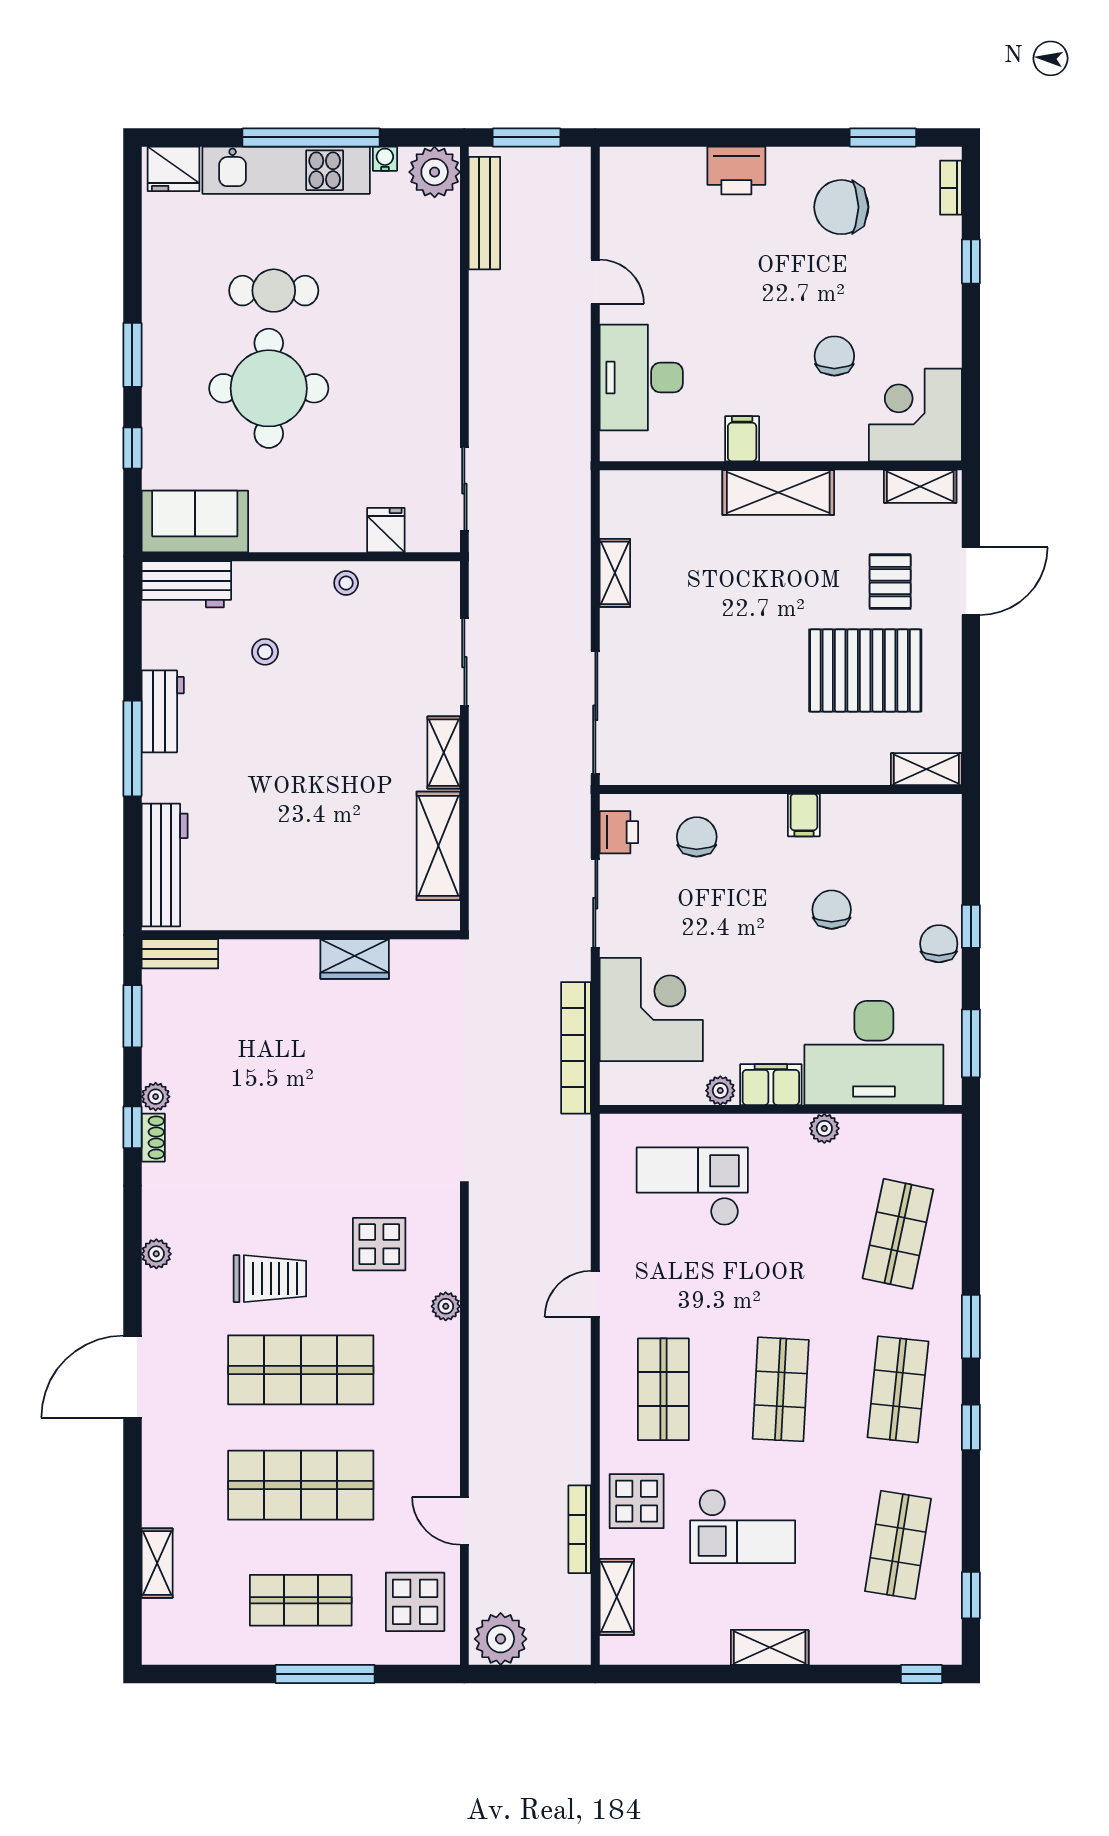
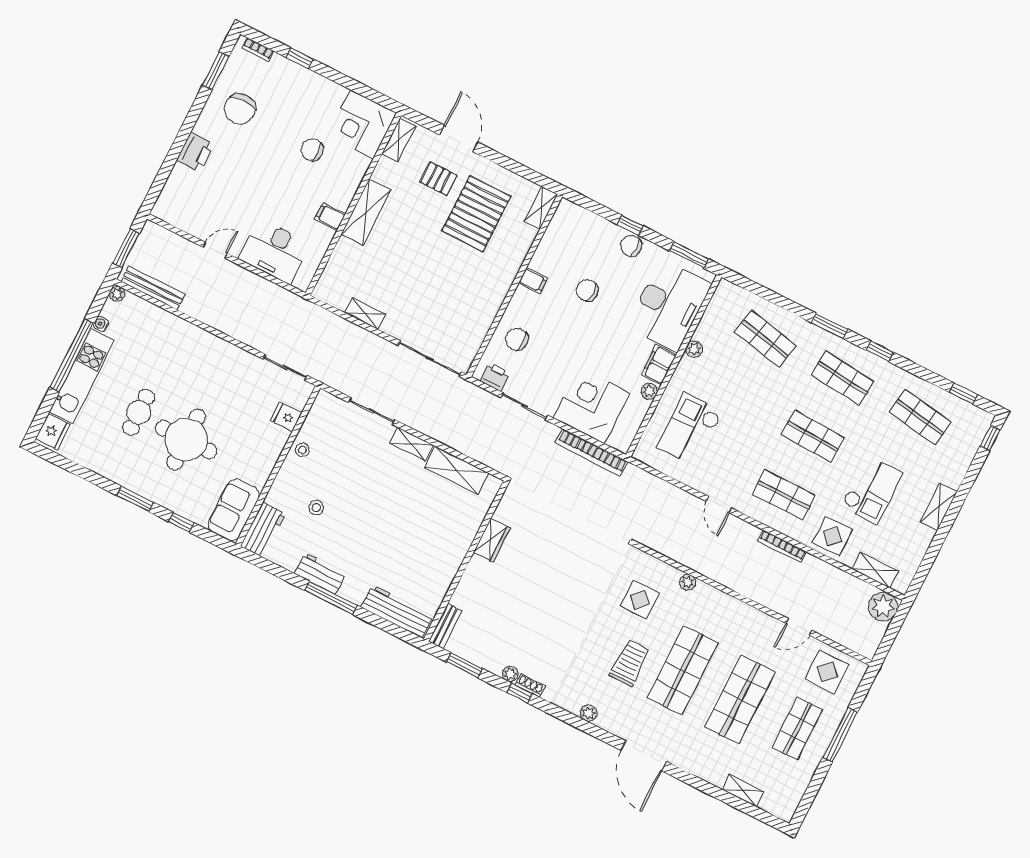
plant: (435, 172) -> (117, 294), width x0.53, depth x0.53
bookcase: (580, 1529) -> (782, 546), moved
plant: (501, 1639) -> (883, 607), moved

